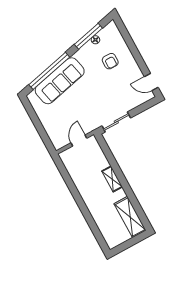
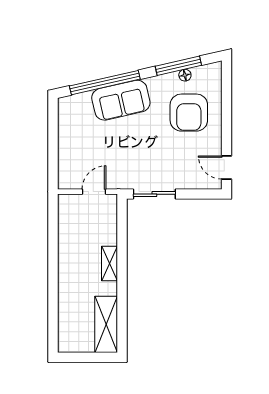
armchair: (110, 61) -> (189, 113), width x1.88, depth x1.88
sofa: (60, 81) -> (121, 100), width x0.73

